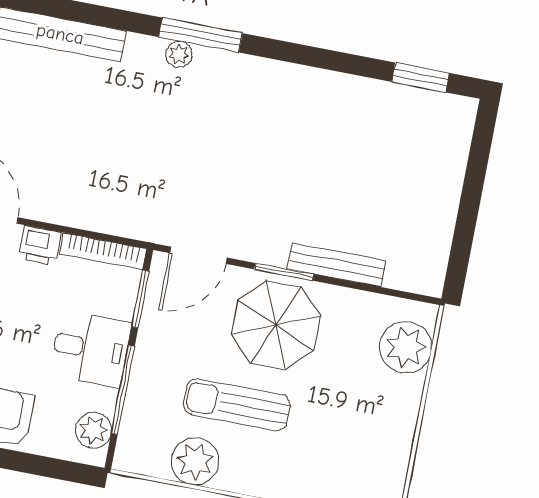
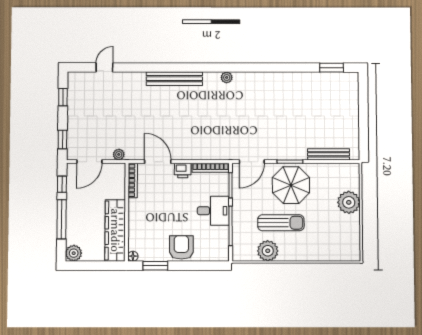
window: (200, 35) -> (234, 68), removed
bench: (337, 265) -> (329, 154), moved
plant: (406, 347) -> (349, 202), moved
sun lounger: (237, 405) -> (281, 223), turned 180
plant: (94, 430) -> (221, 246), removed

